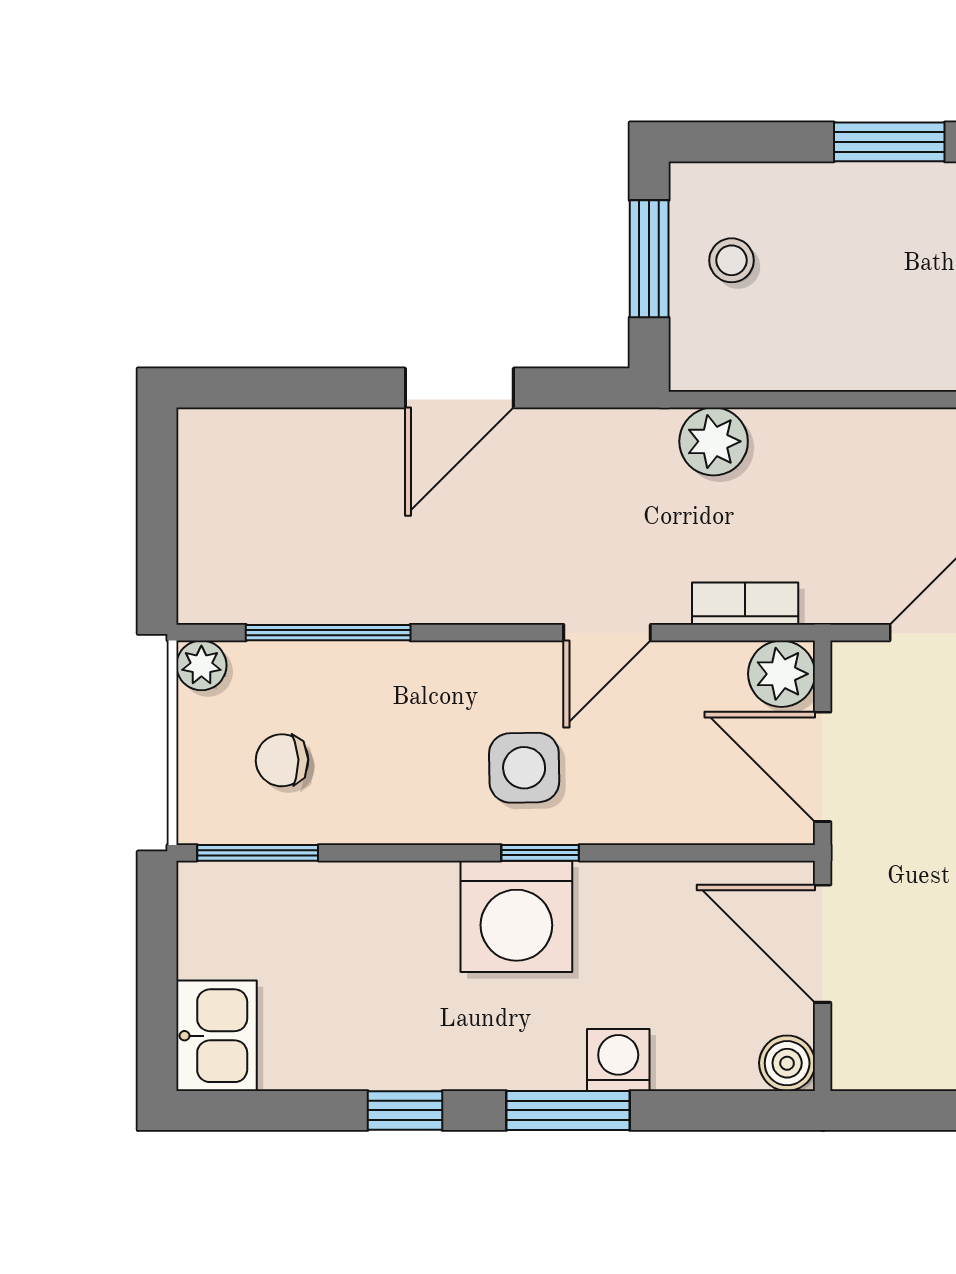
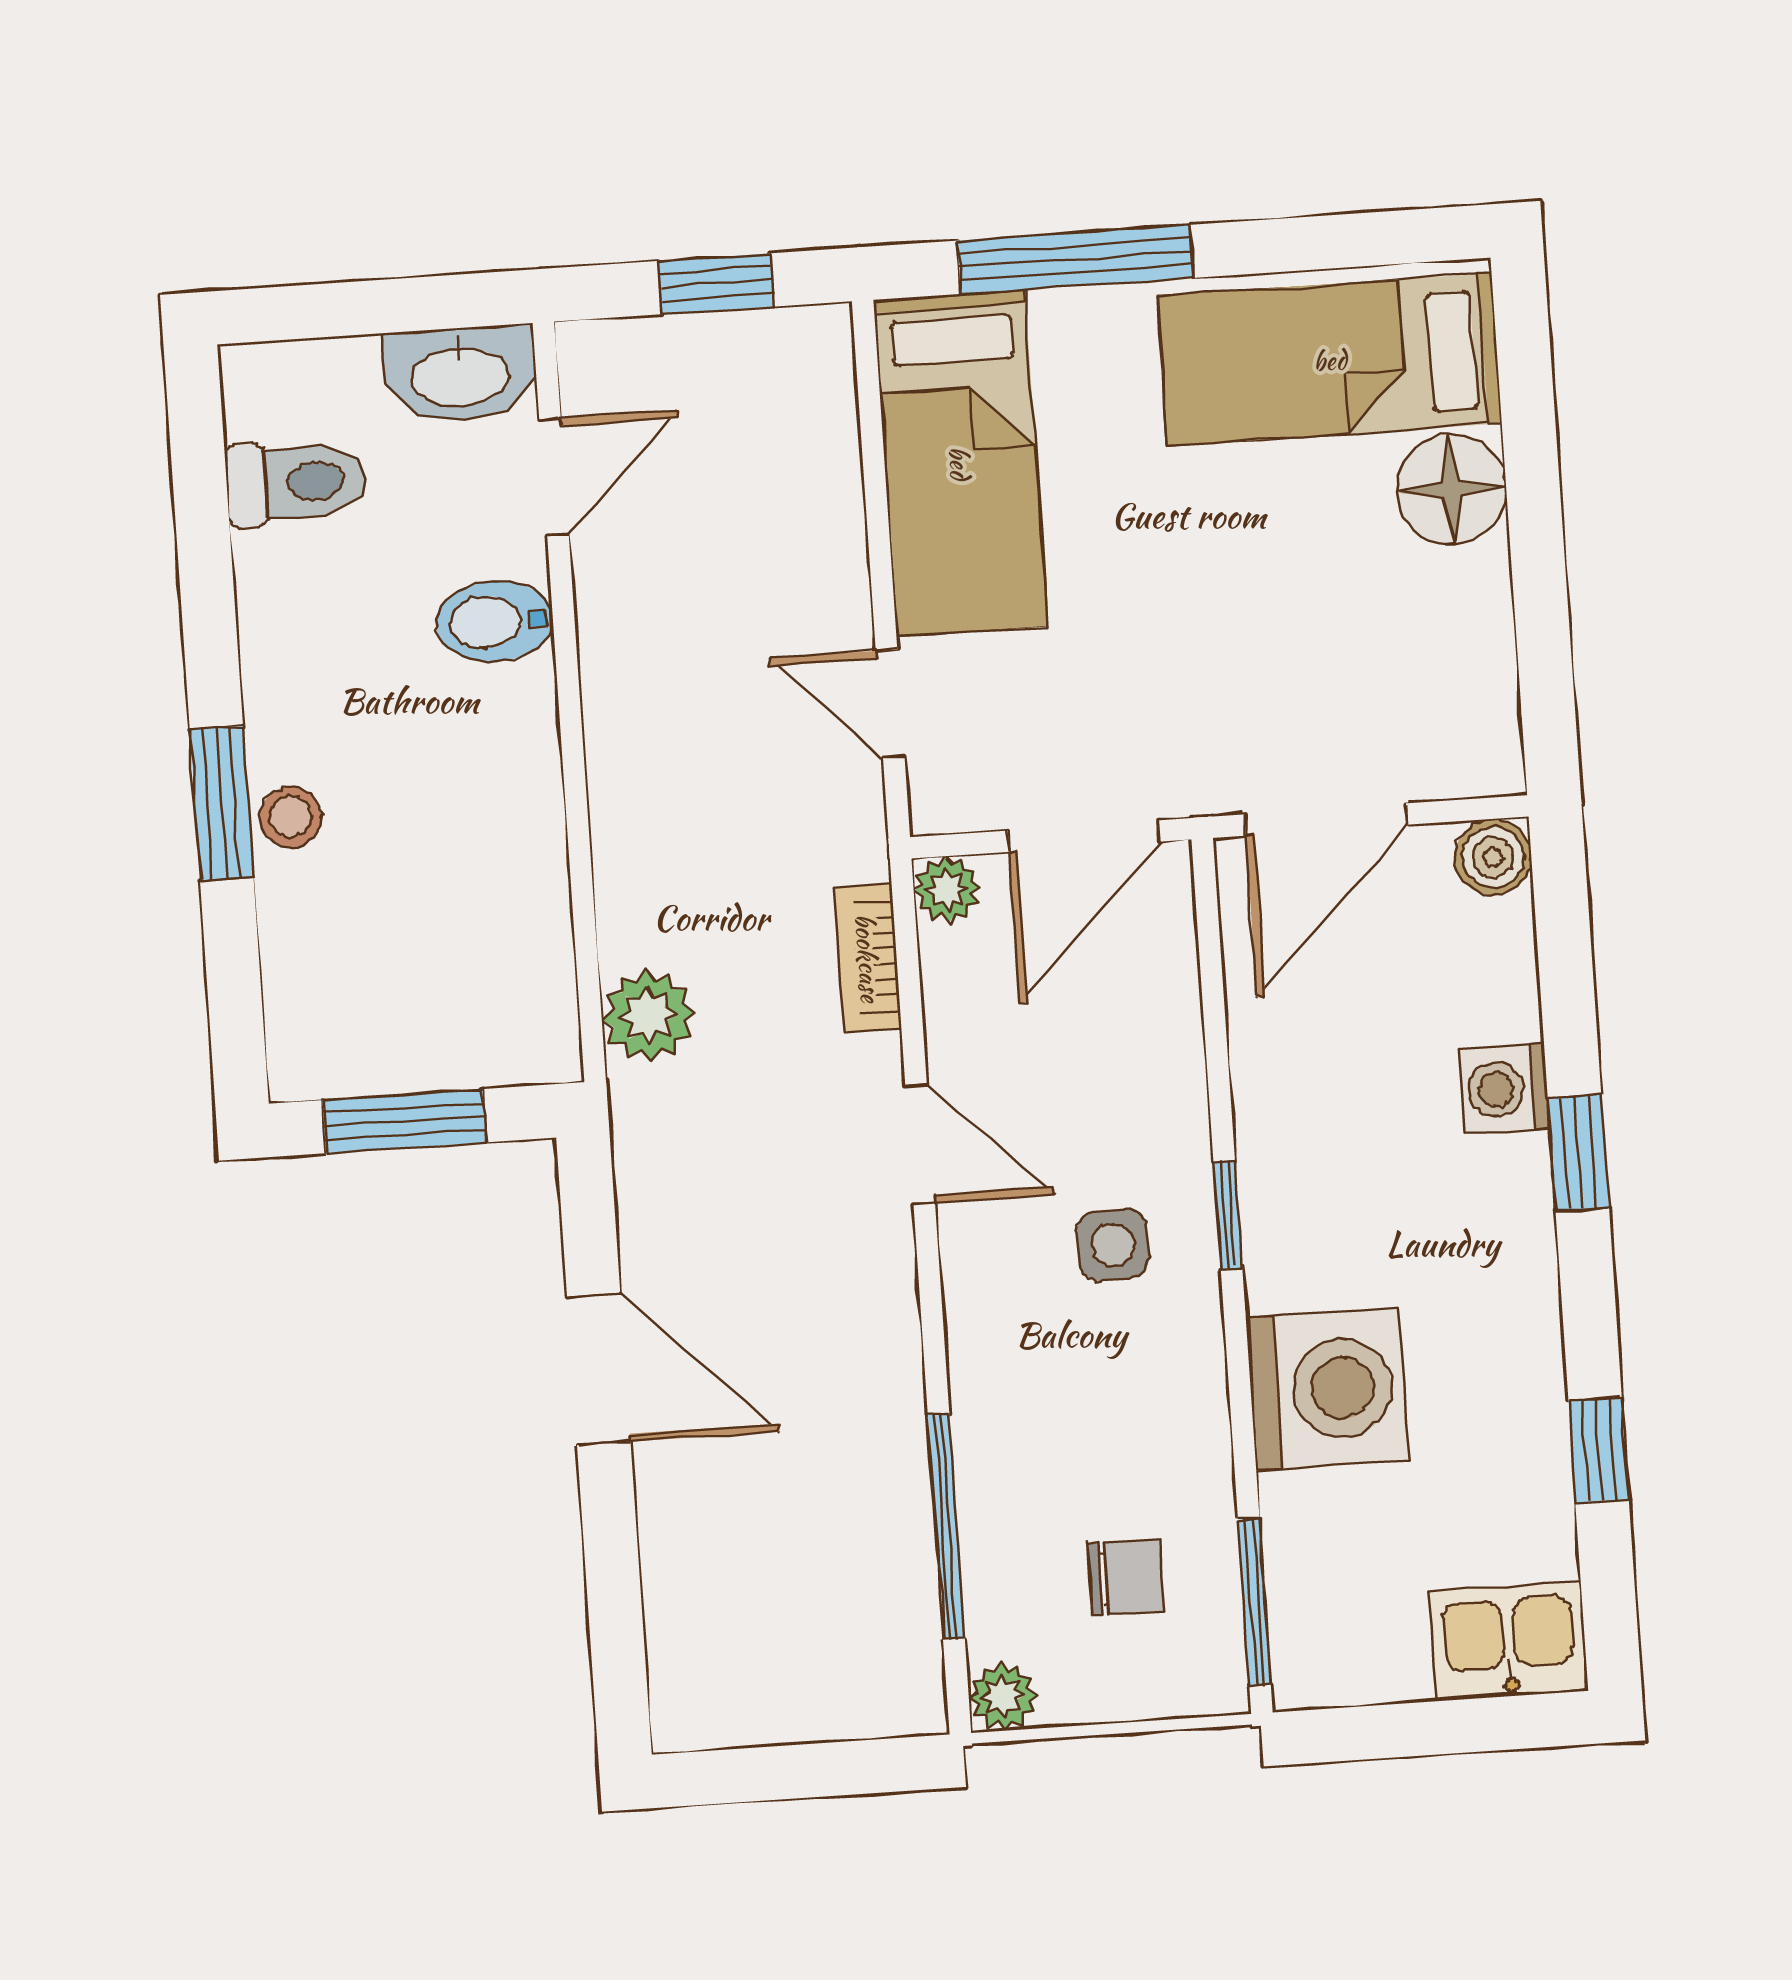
stool: (732, 260) -> (291, 817), moved
plant: (782, 674) -> (947, 889), width x0.73, depth x0.73
chair: (282, 760) -> (1125, 1577), turned -88
side table: (524, 768) -> (1113, 1245), width x0.73, depth x0.73
washing machine: (516, 916) -> (1327, 1389), moved
window: (405, 1110) -> (1599, 1450), moved
window: (568, 1110) -> (1578, 1153), width x0.67

